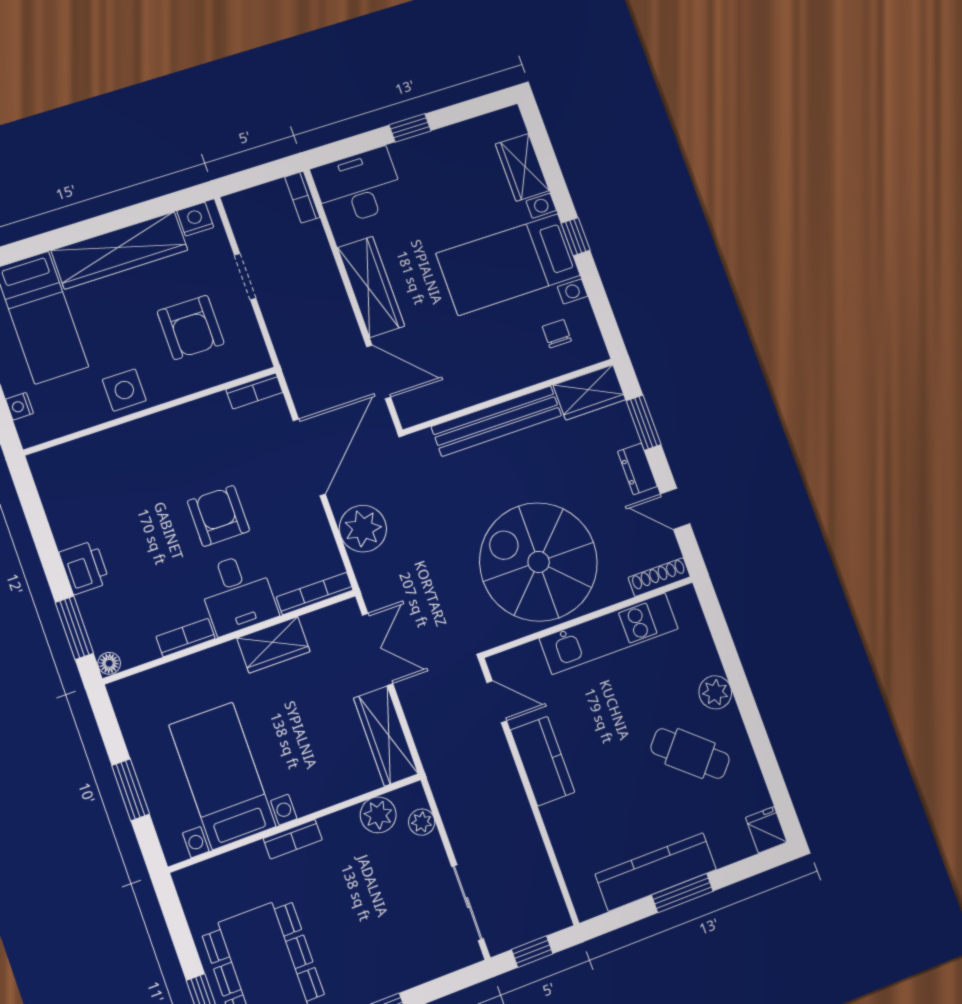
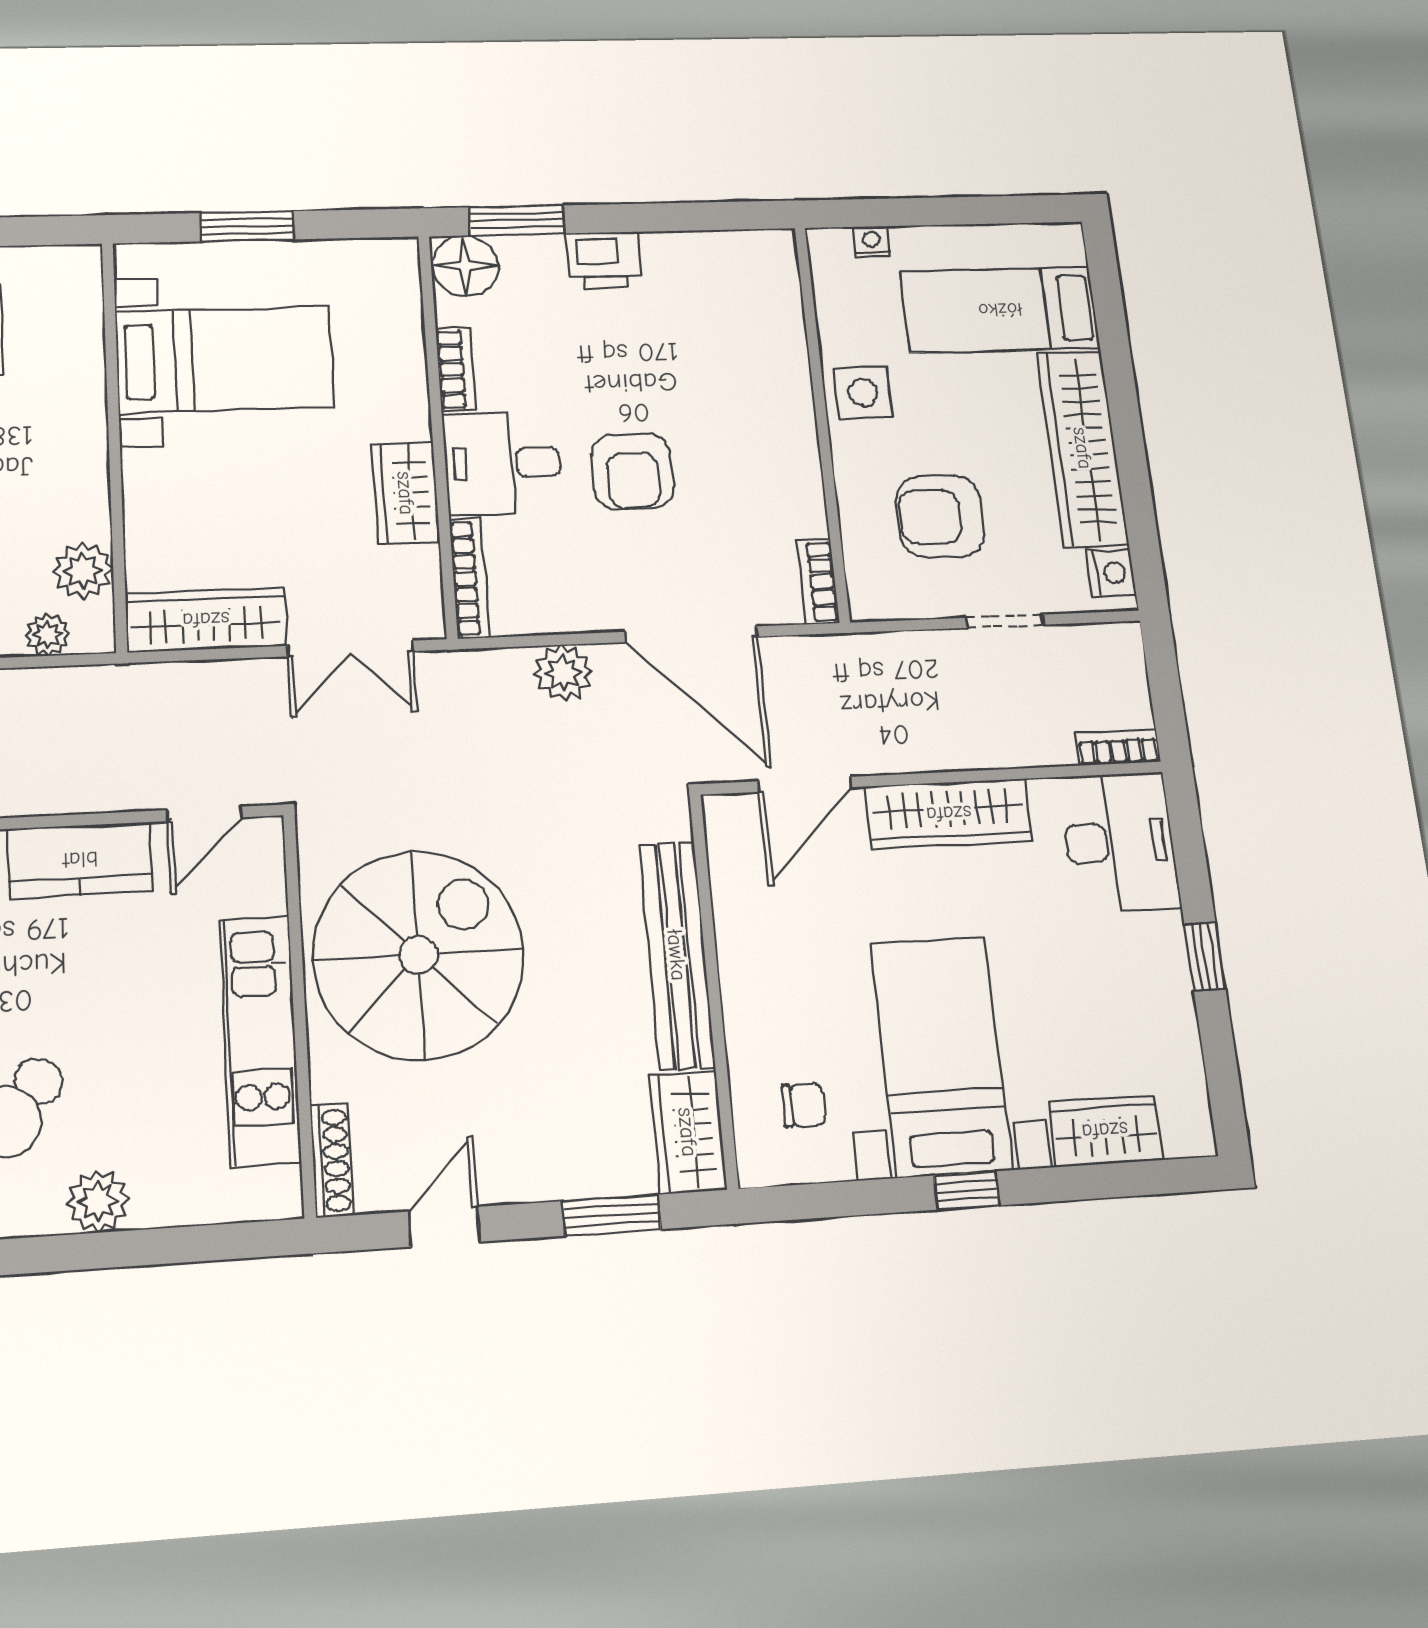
dresser: (637, 469) -> (533, 1179), removed
armchair: (218, 516) -> (632, 471), turned 90
plant: (363, 529) -> (563, 673), width x0.73, depth x0.73
floor lamp: (109, 663) -> (465, 266), width x1.89, depth x1.89
bookcase: (293, 839) -> (90, 432), removed

